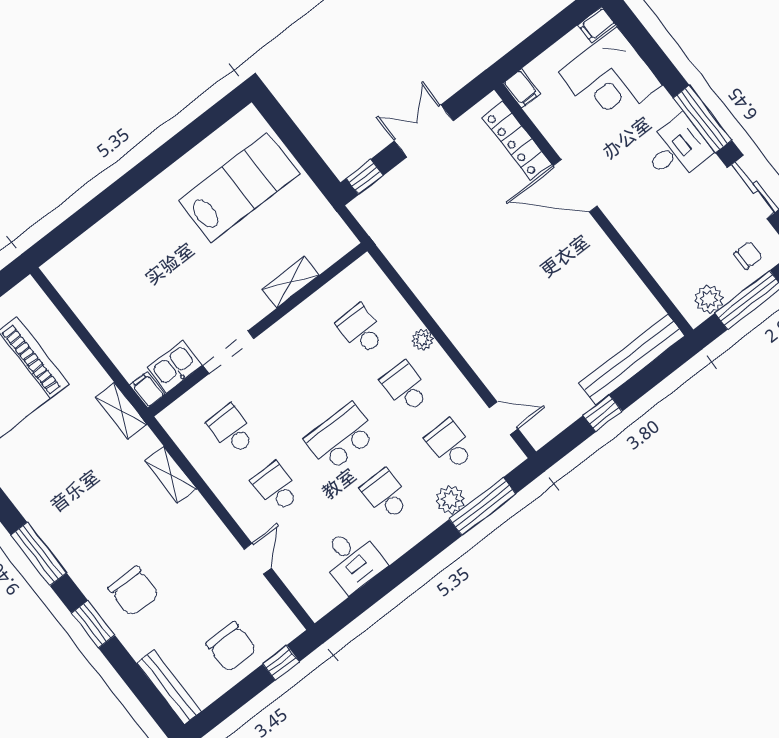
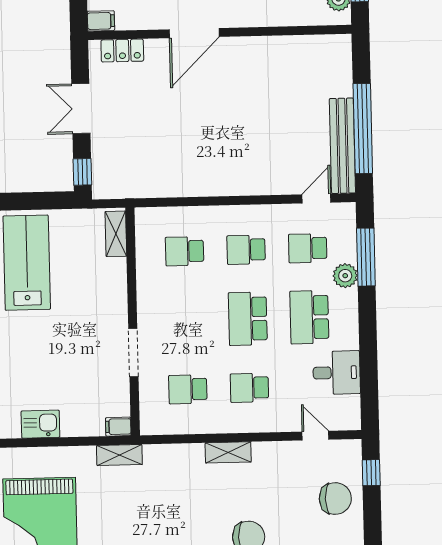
locker: (517, 141) -> (122, 51), width x0.66
shelving: (290, 282) -> (116, 234), moved
plant: (422, 340) -> (222, 214), removed
bench: (632, 360) -> (342, 146), moved
kitchen sink: (175, 367) -> (40, 424), moved, turned 90
window: (603, 413) -> (363, 129), width x3.17
shelving: (171, 475) -> (228, 452), moved
school desk: (386, 495) -> (309, 317), width x1.85
door: (258, 559) -> (315, 436), moved

